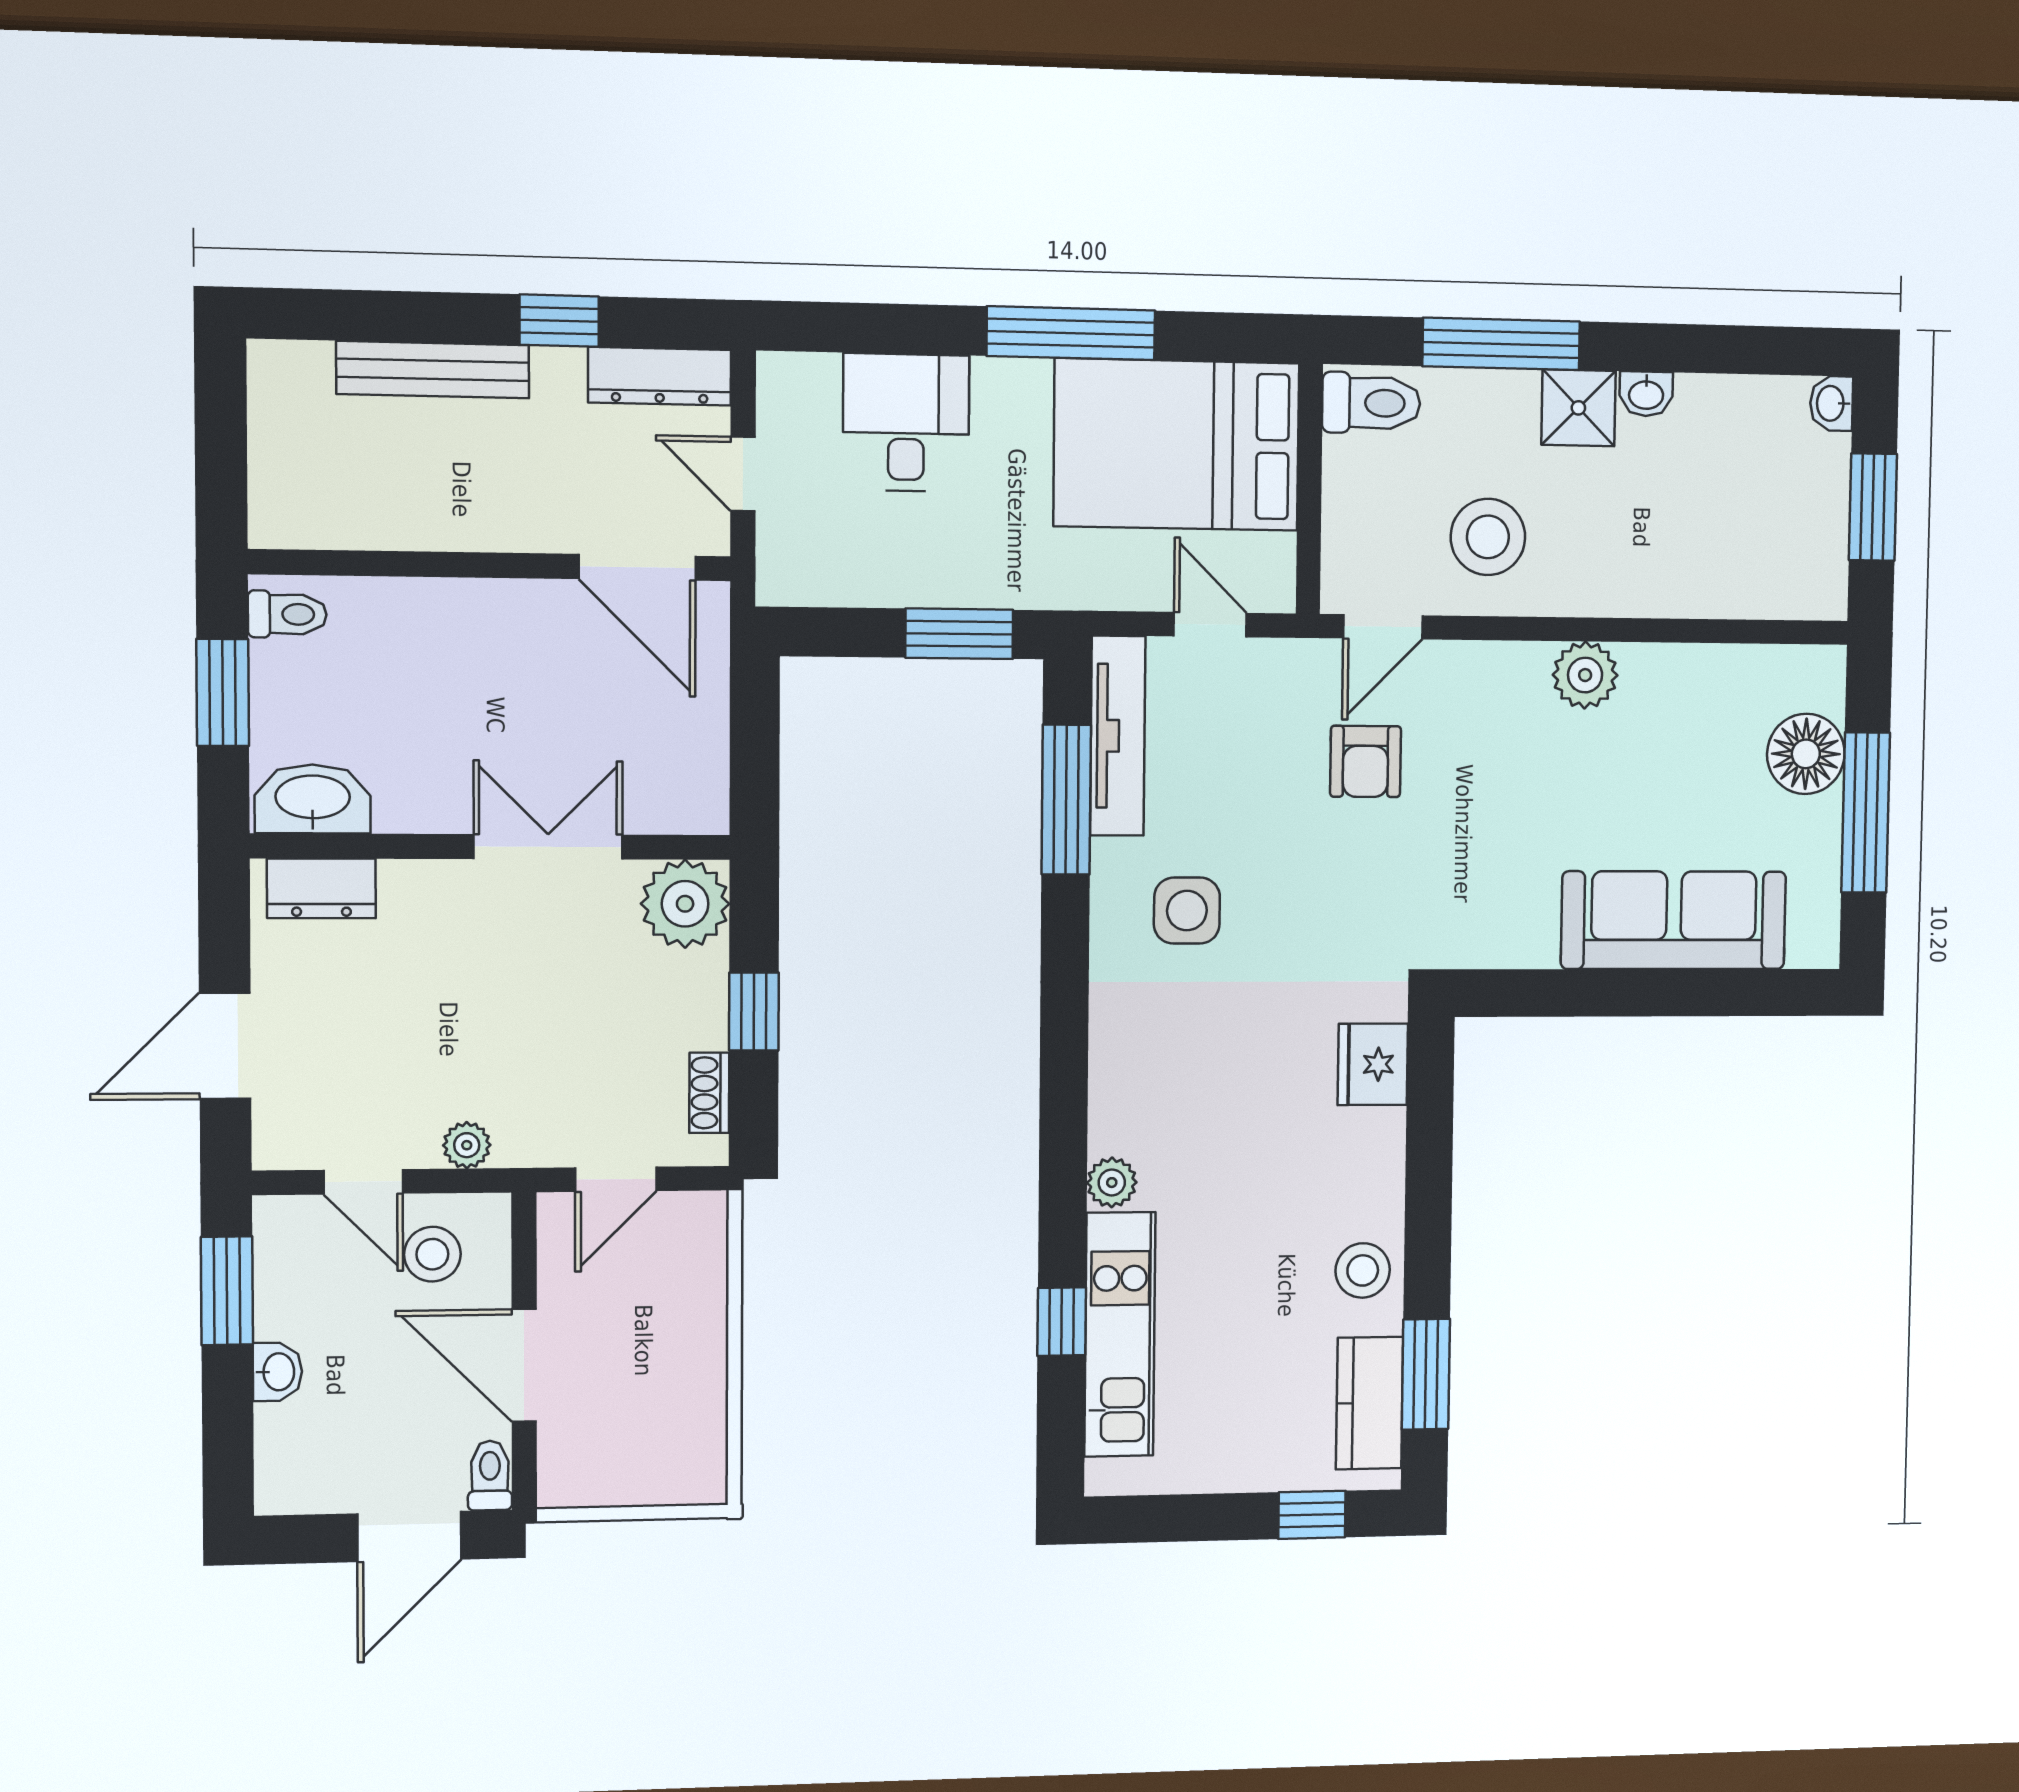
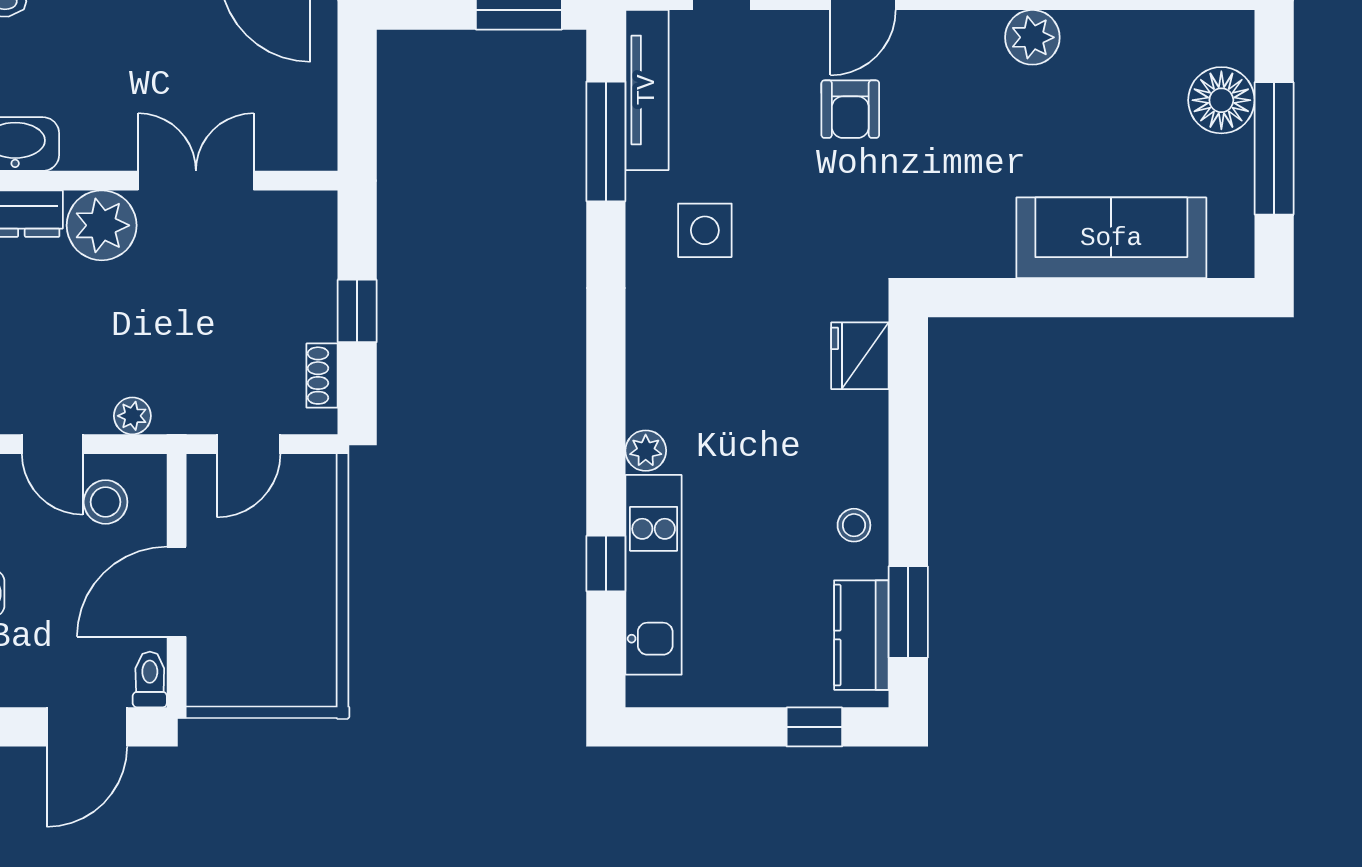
plant: (685, 904) -> (102, 225), moved
stool: (1363, 1270) -> (854, 525), width x0.73, depth x0.73
door: (524, 1365) -> (177, 592), hinge flipped

